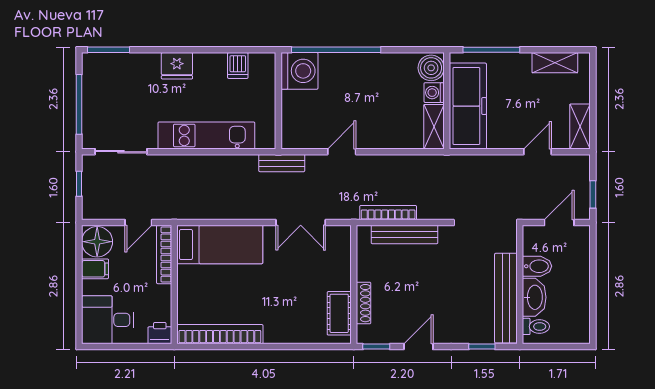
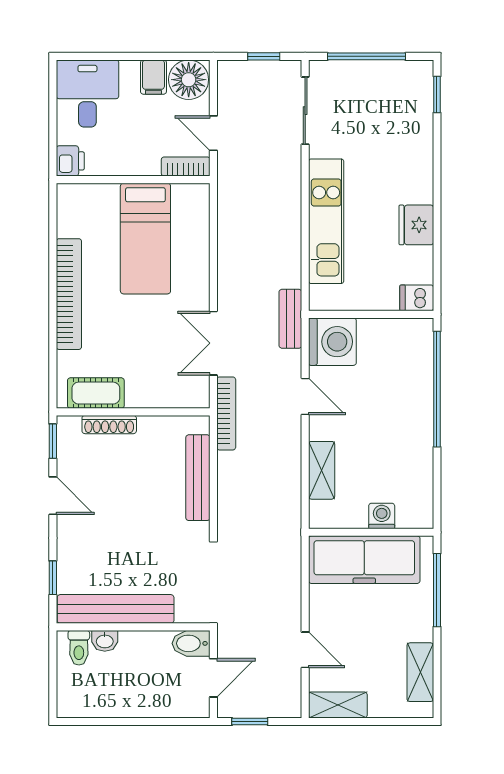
window: (109, 50) -> (437, 95), width x0.67
fridge: (177, 66) -> (416, 225), moved
dishwasher: (238, 66) -> (417, 298), moved
boiler: (431, 68) -> (414, 512), removed
washing machine: (299, 71) -> (332, 342), moved, turned -90
shelving: (434, 127) -> (322, 470), moved, turned 90
bookcase: (388, 213) -> (226, 413), moved
door: (559, 223) -> (213, 678), hinge flipped
bed: (220, 244) -> (145, 239), moved
bookcase: (164, 254) -> (186, 167), width x0.64
bidet: (537, 266) -> (191, 643), moved, turned 90
washbasin: (534, 297) -> (105, 641), width x0.52, depth x0.69
bookcase: (220, 334) -> (69, 294), moved

